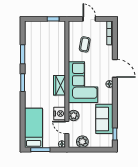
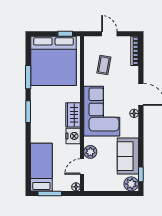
bed: (44, 41) -> (54, 61), added
nightstand: (60, 114) -> (73, 136), moved
door: (67, 127) -> (82, 167), hinge flipped
plant: (82, 142) -> (131, 184), moved

